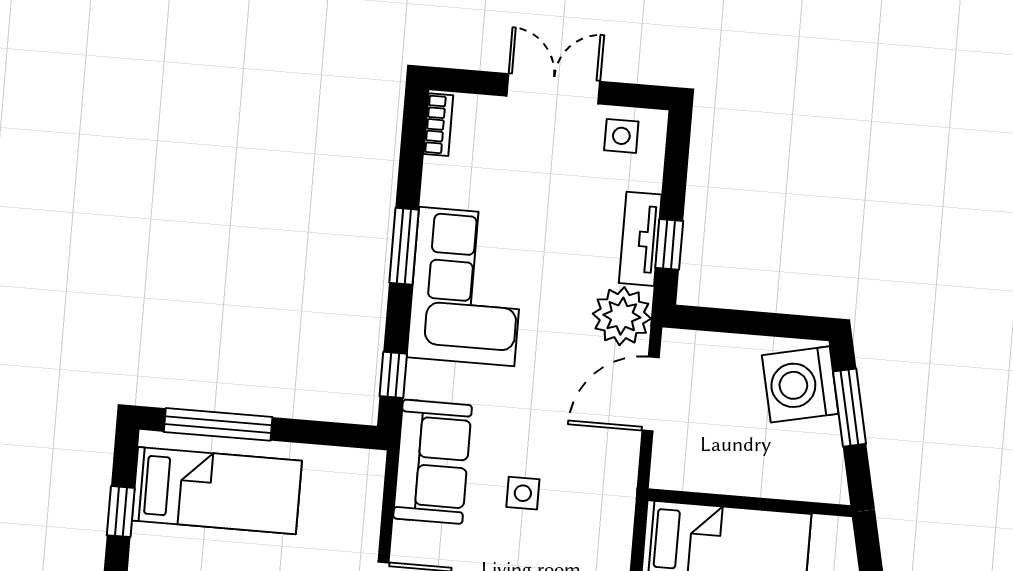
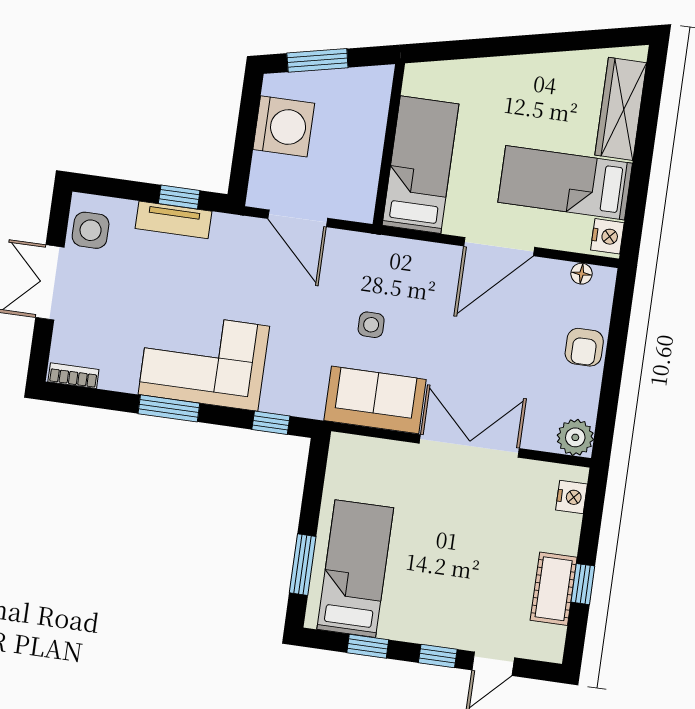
side table: (621, 136) -> (91, 230), width x1.37, depth x1.37
plant: (622, 316) -> (234, 238), removed
washing machine: (800, 384) -> (284, 126), moved, turned -78
window: (218, 424) -> (303, 565), width x0.69
sofa: (433, 462) -> (375, 400), moved

